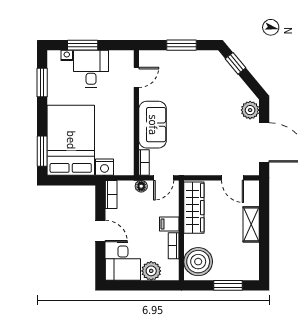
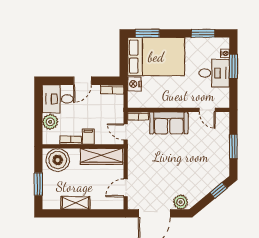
floor lamp: (141, 186) -> (119, 114), removed
shelving: (251, 224) -> (75, 203), moved

